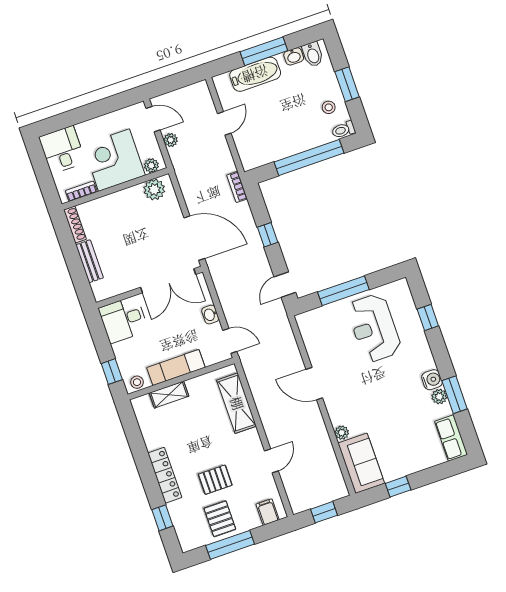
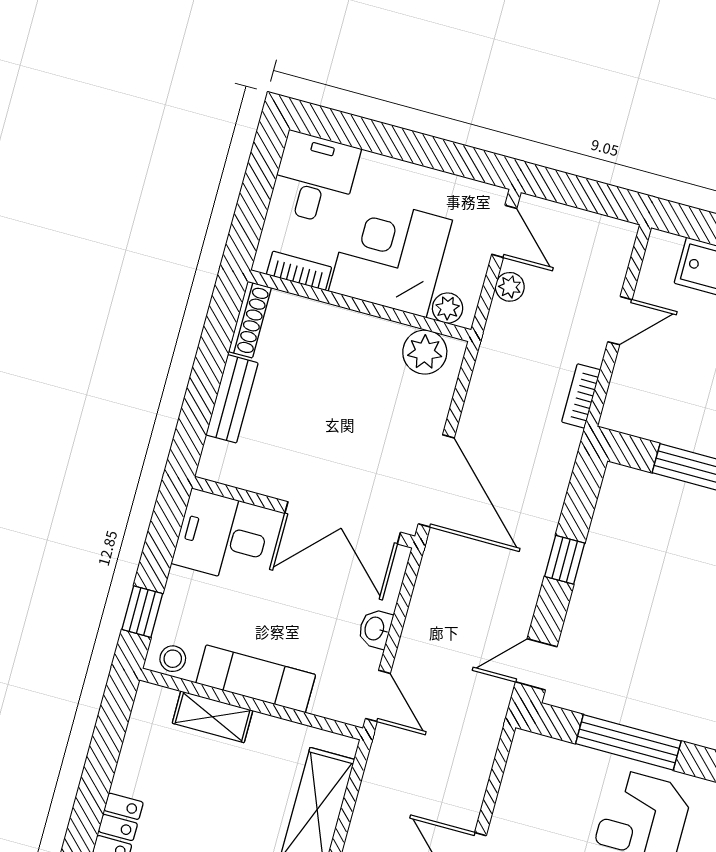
bookcase: (237, 187) -> (581, 396), moved

